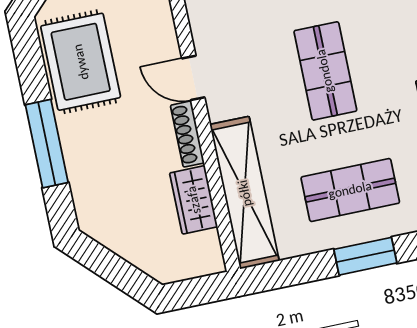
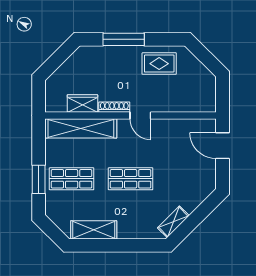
rug: (81, 62) -> (159, 64), width x0.73, depth x0.70
door: (193, 78) -> (140, 115), swing flipped
shop shelf: (350, 190) -> (72, 179), turned 90

